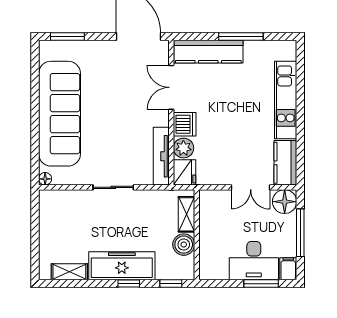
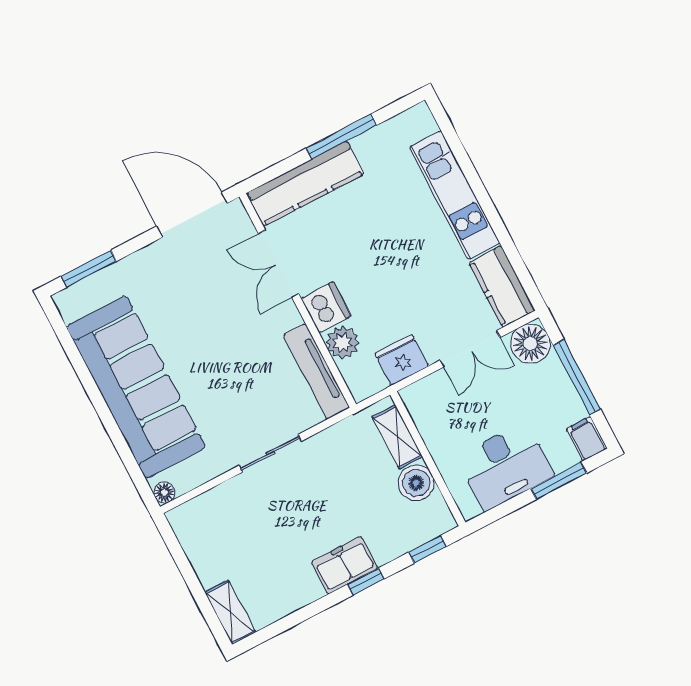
fridge: (185, 172) -> (402, 360), moved, turned -90
desk: (254, 261) -> (505, 466), moved
freezer: (122, 266) -> (345, 565), width x0.52, depth x0.79
shelving: (69, 272) -> (230, 612), moved, turned 90

